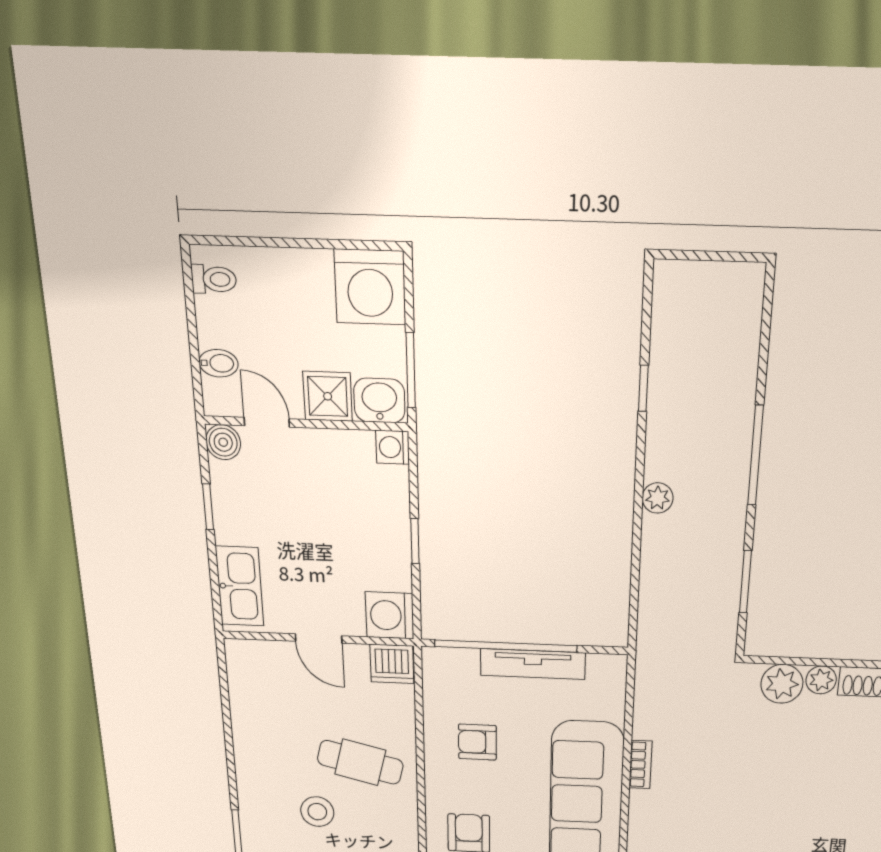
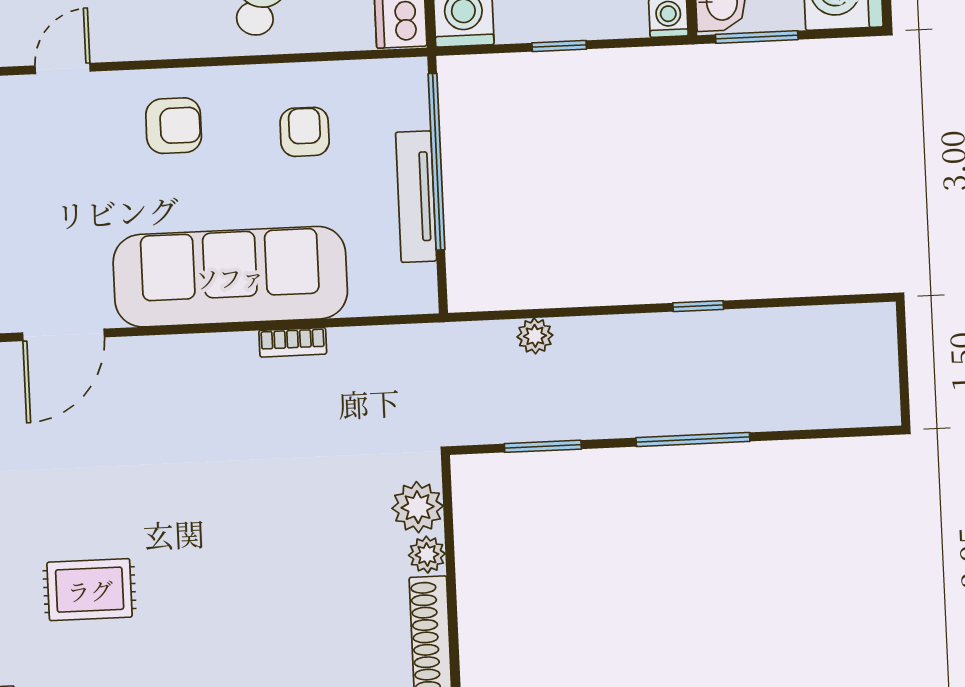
window: (643, 388) -> (698, 306), moved
plant: (658, 498) -> (535, 336), moved

